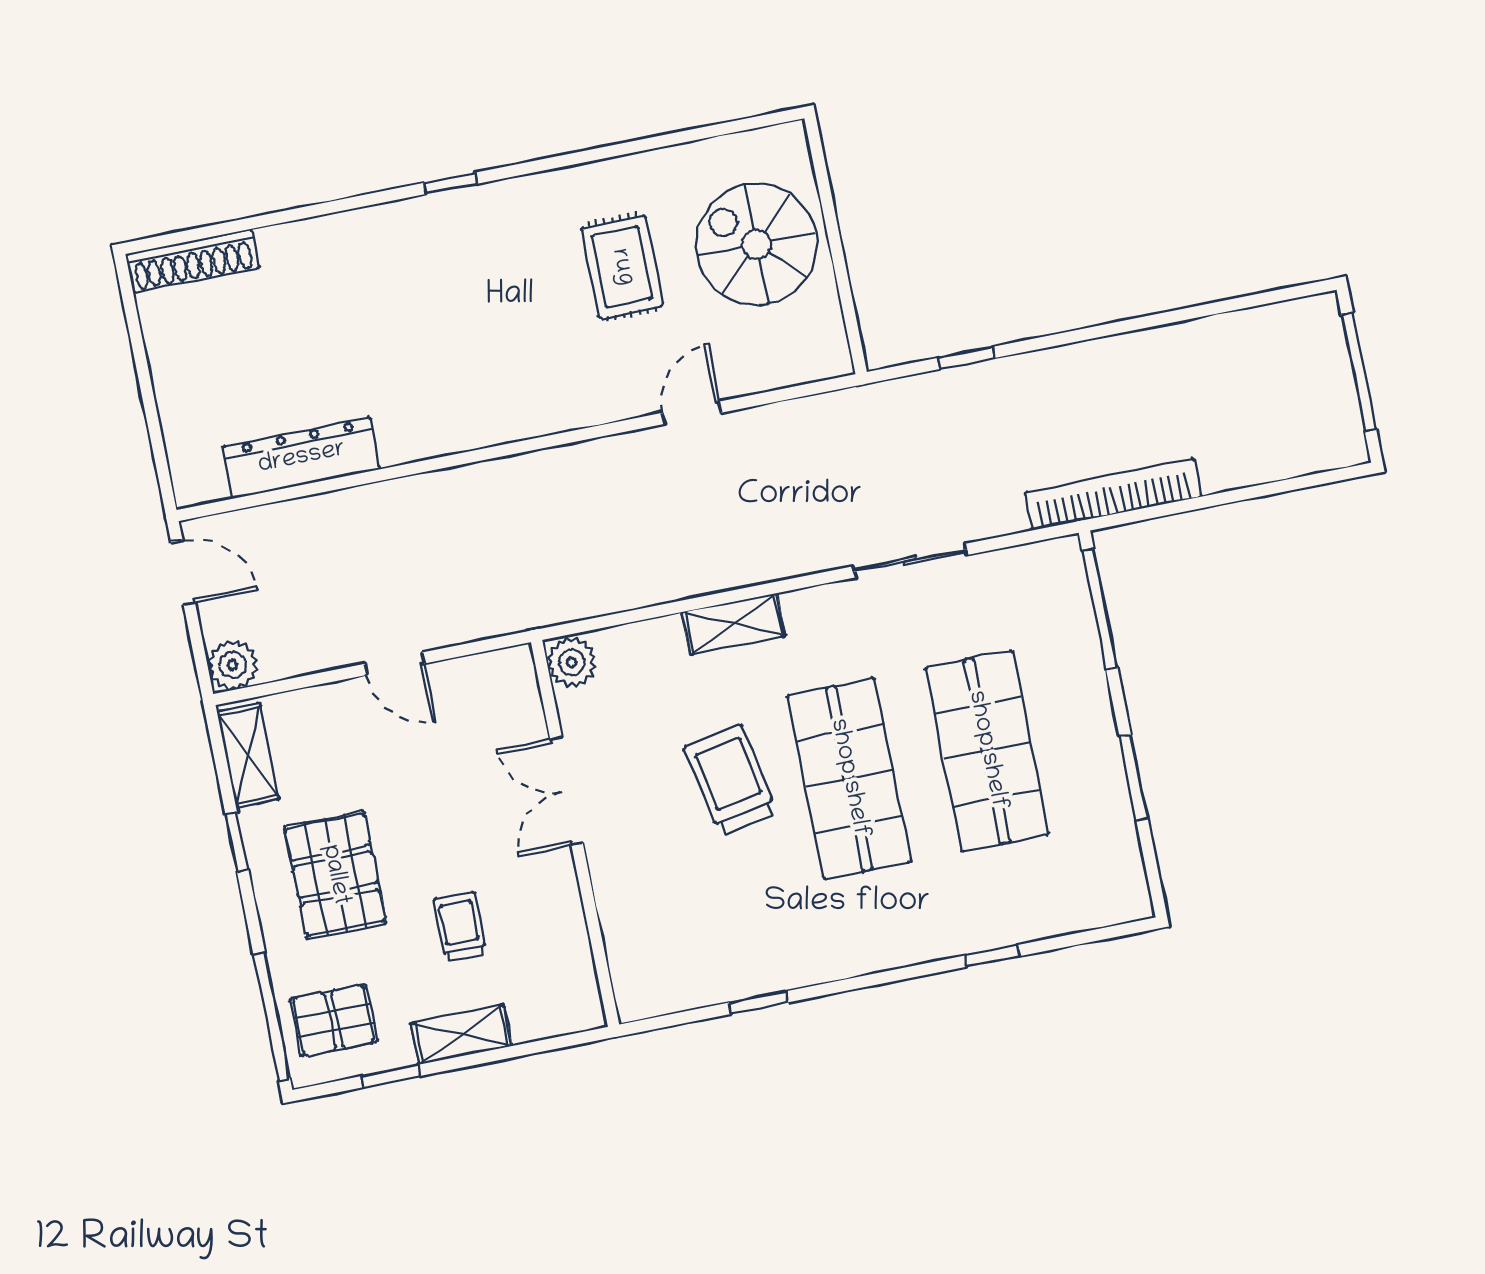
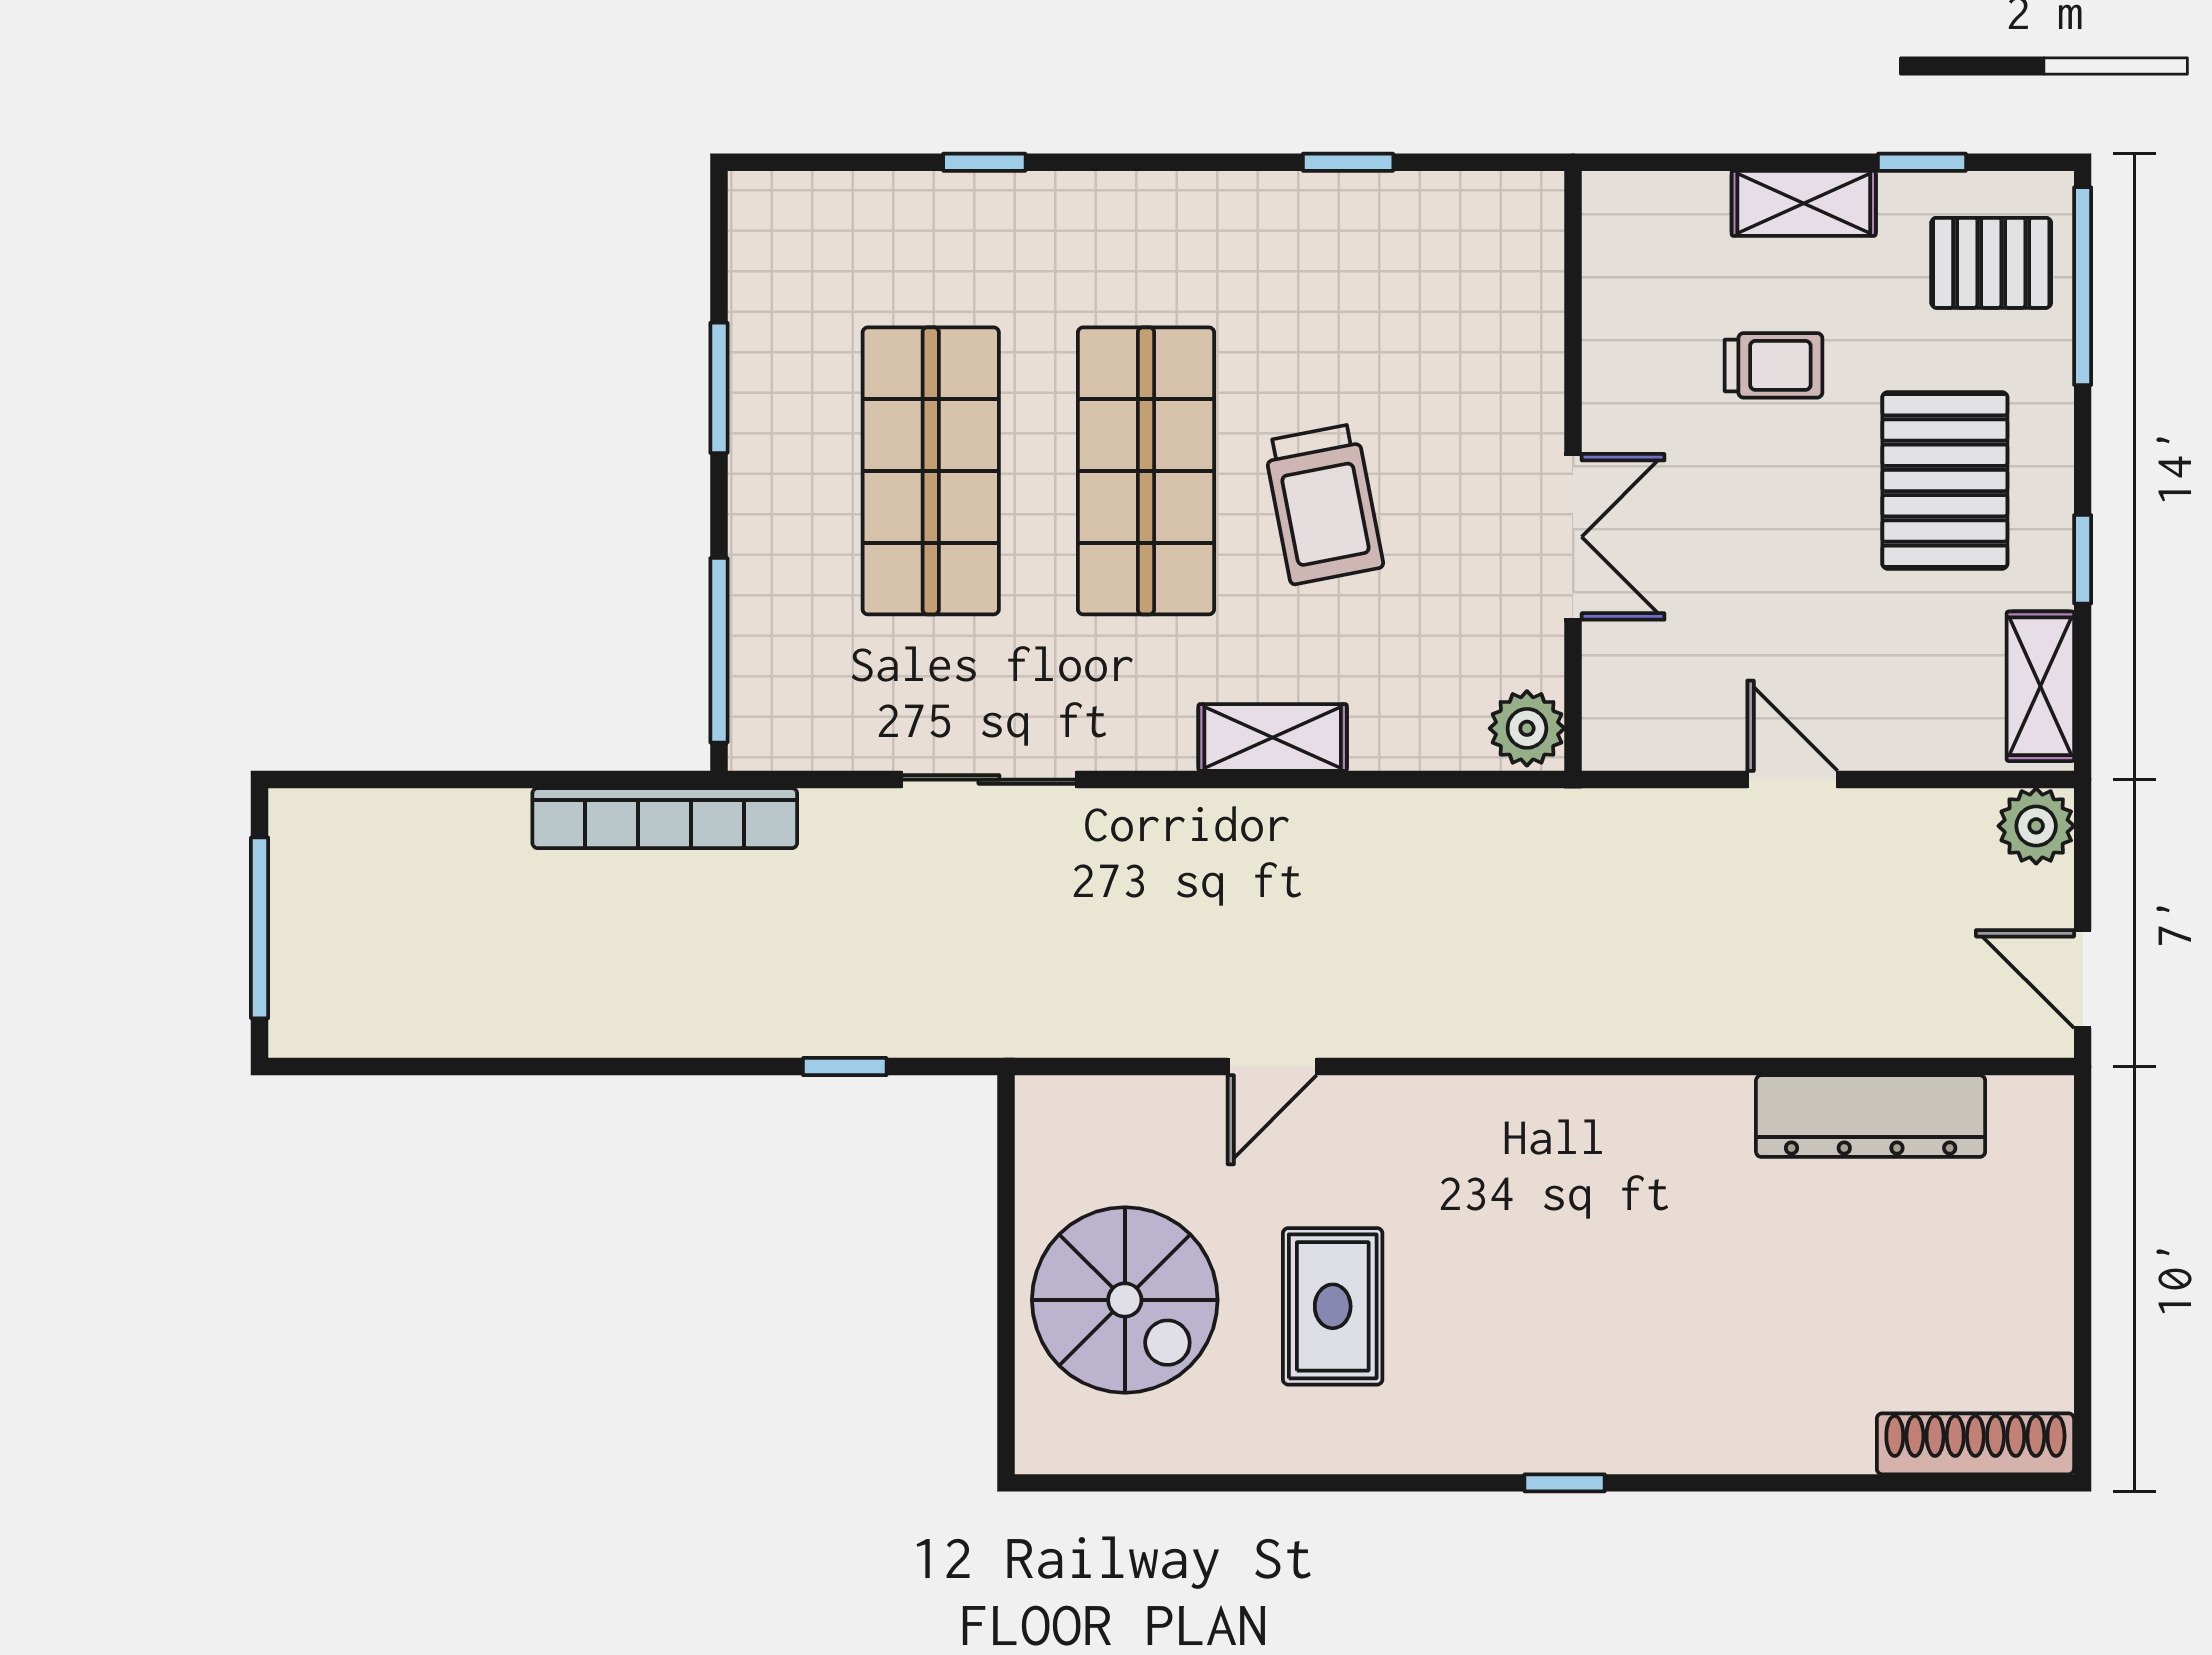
trolley: (460, 927) -> (1774, 365), turned -90

